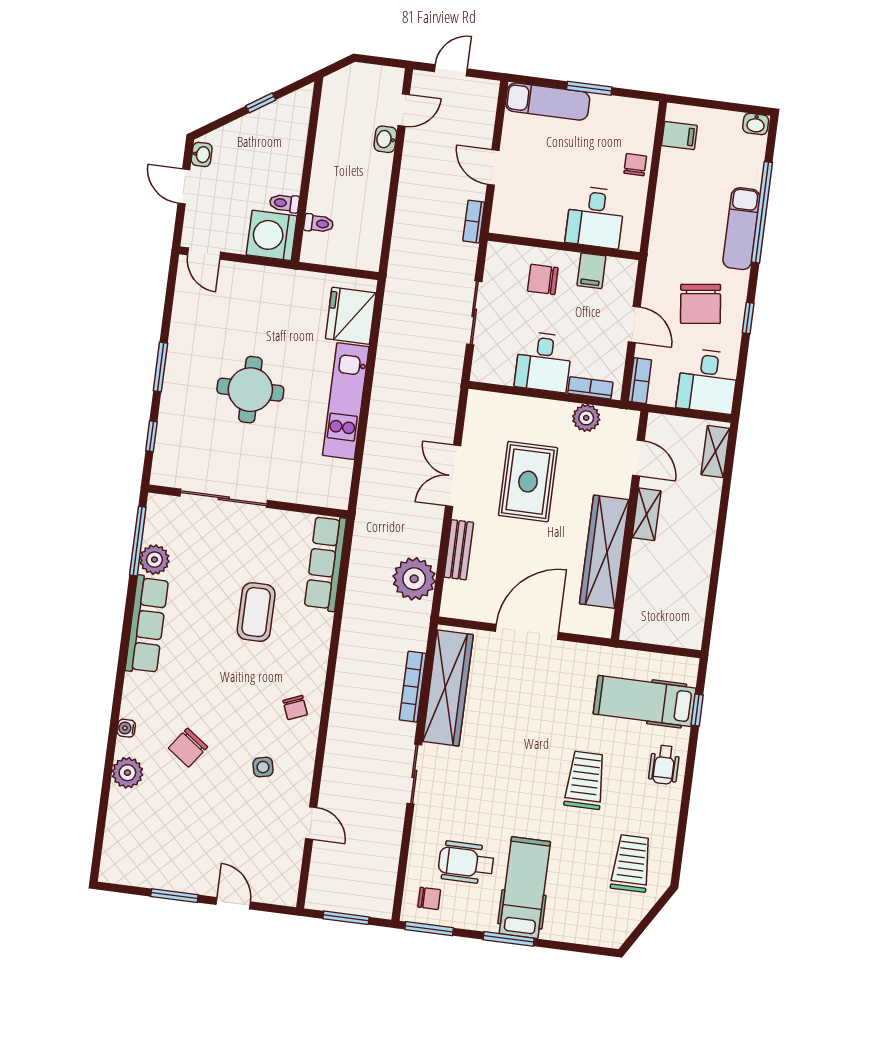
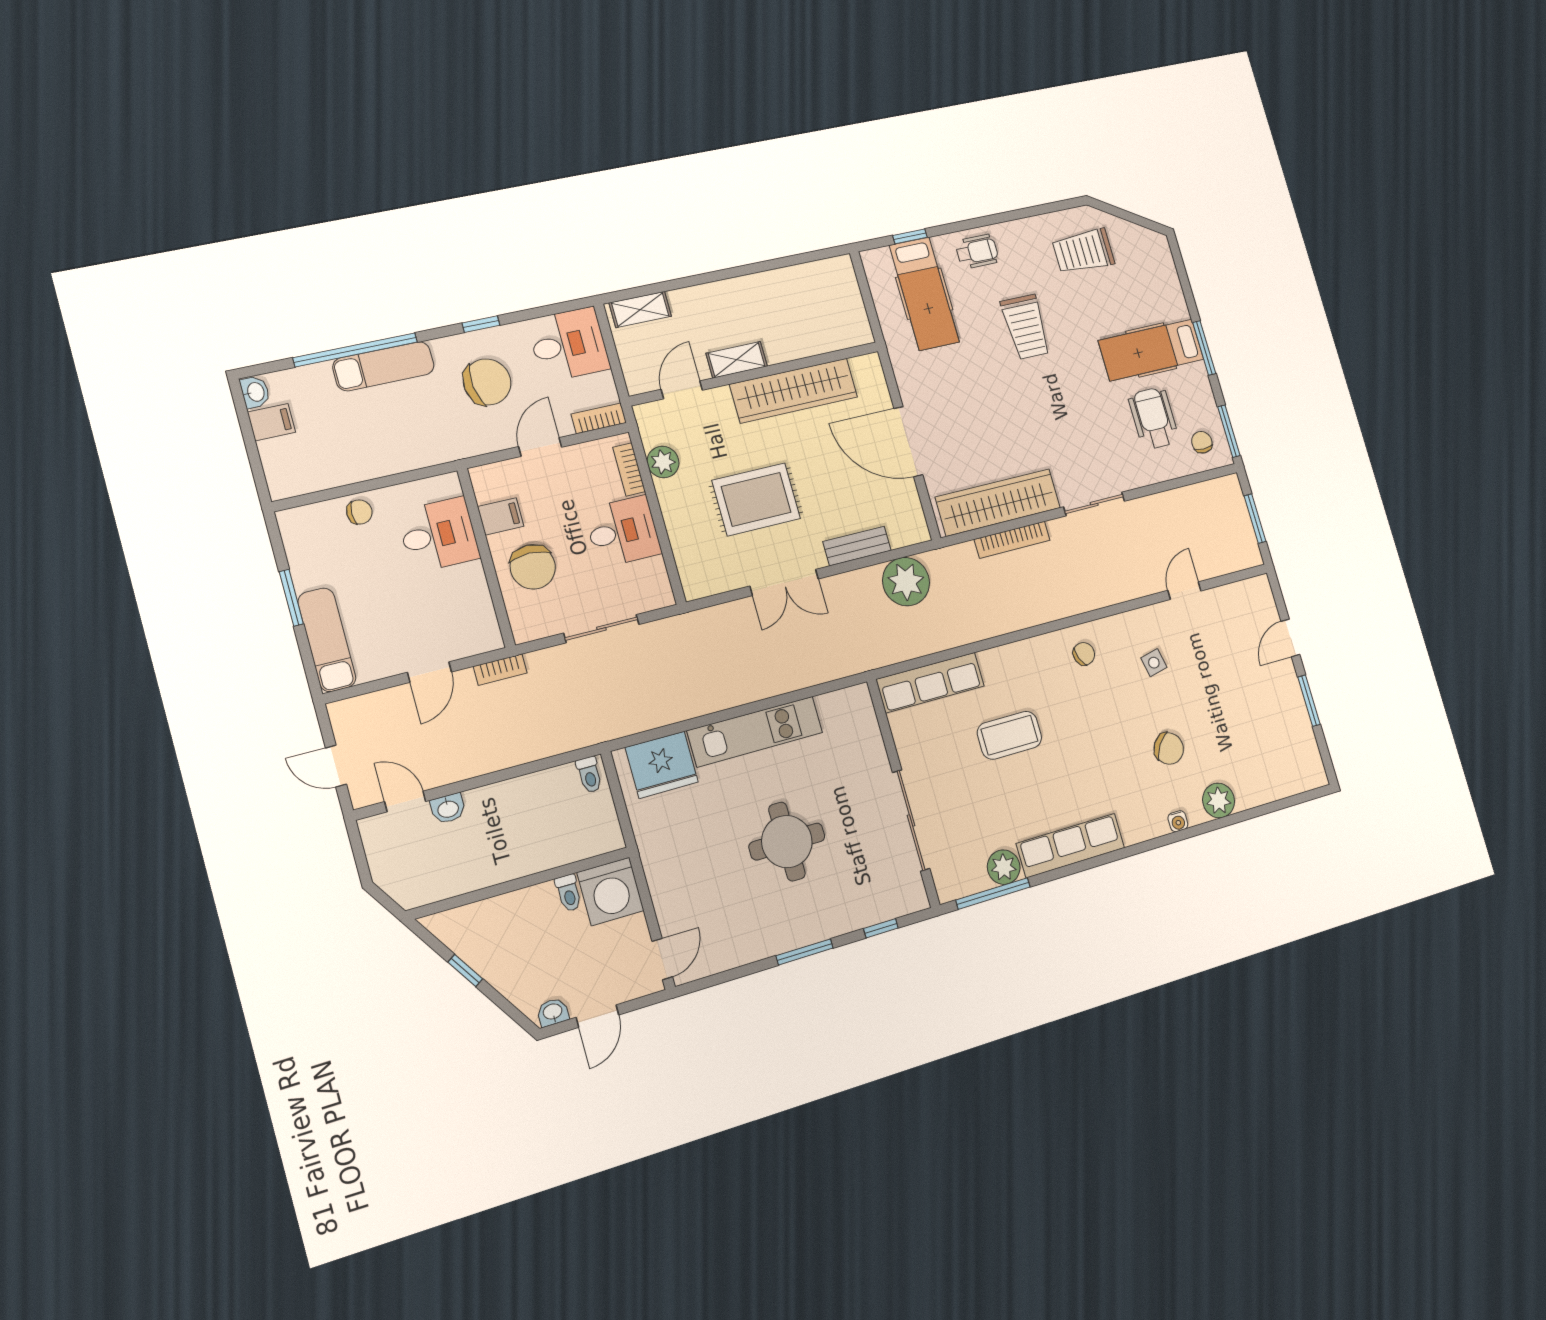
filing cabinet: (679, 135) -> (272, 422), moved, turned 90
chair: (635, 165) -> (359, 512), turned 180
toilet: (319, 223) -> (589, 775), moved, turned 180
chair: (543, 279) -> (533, 567), width x1.37, depth x1.37
trolley: (585, 780) -> (1026, 327), turned -90
wheelchair: (466, 863) -> (1154, 418), turned 180

